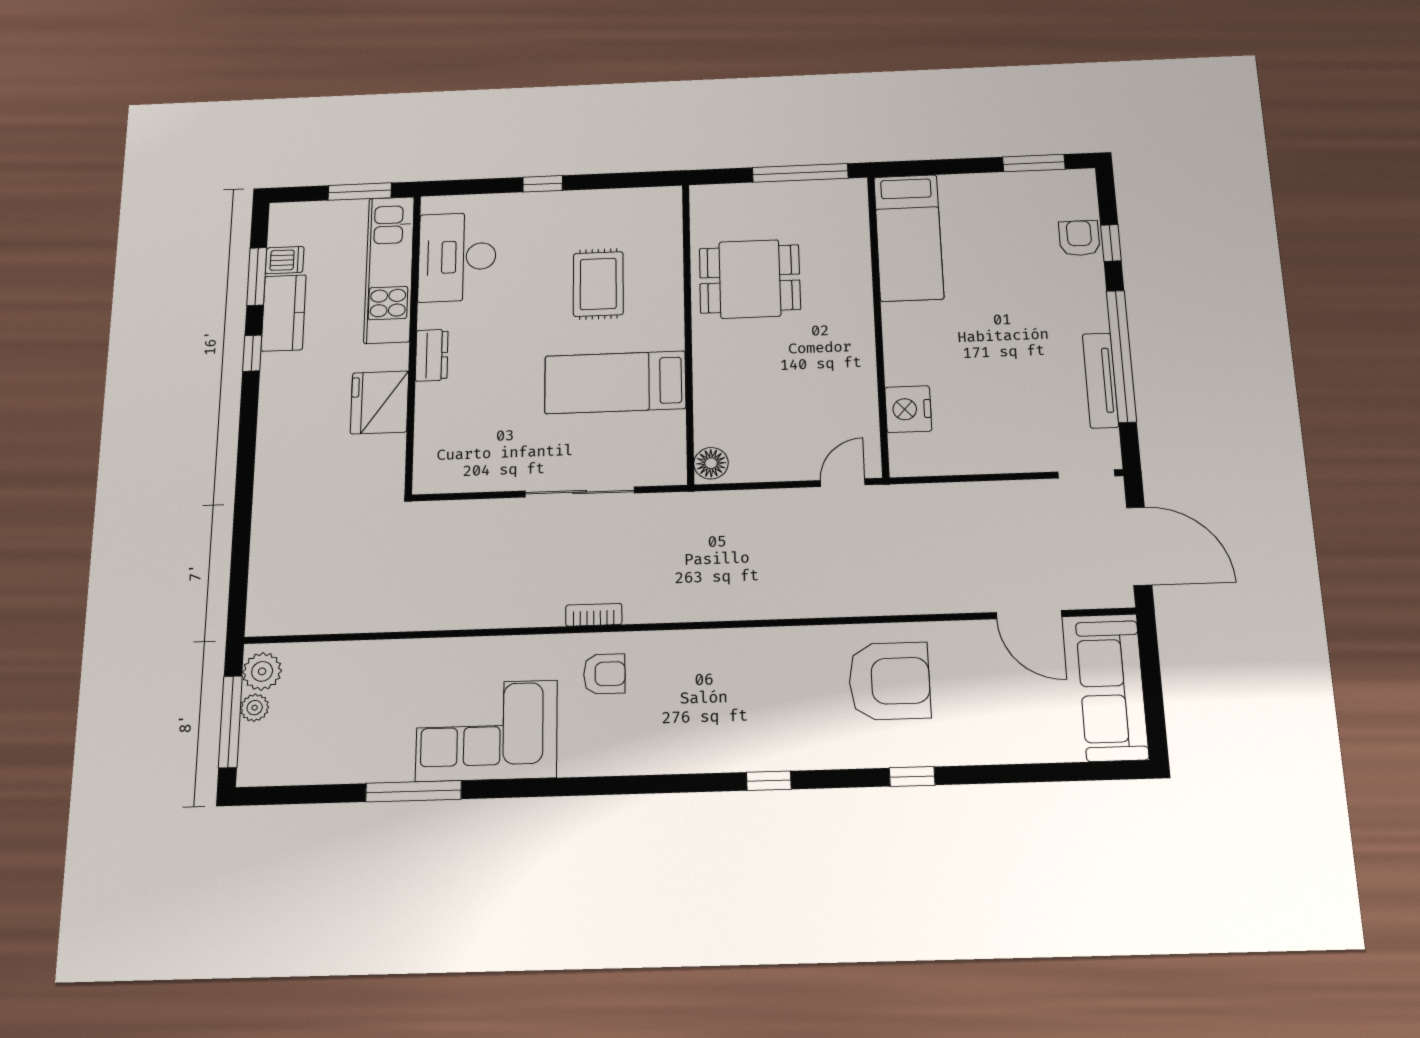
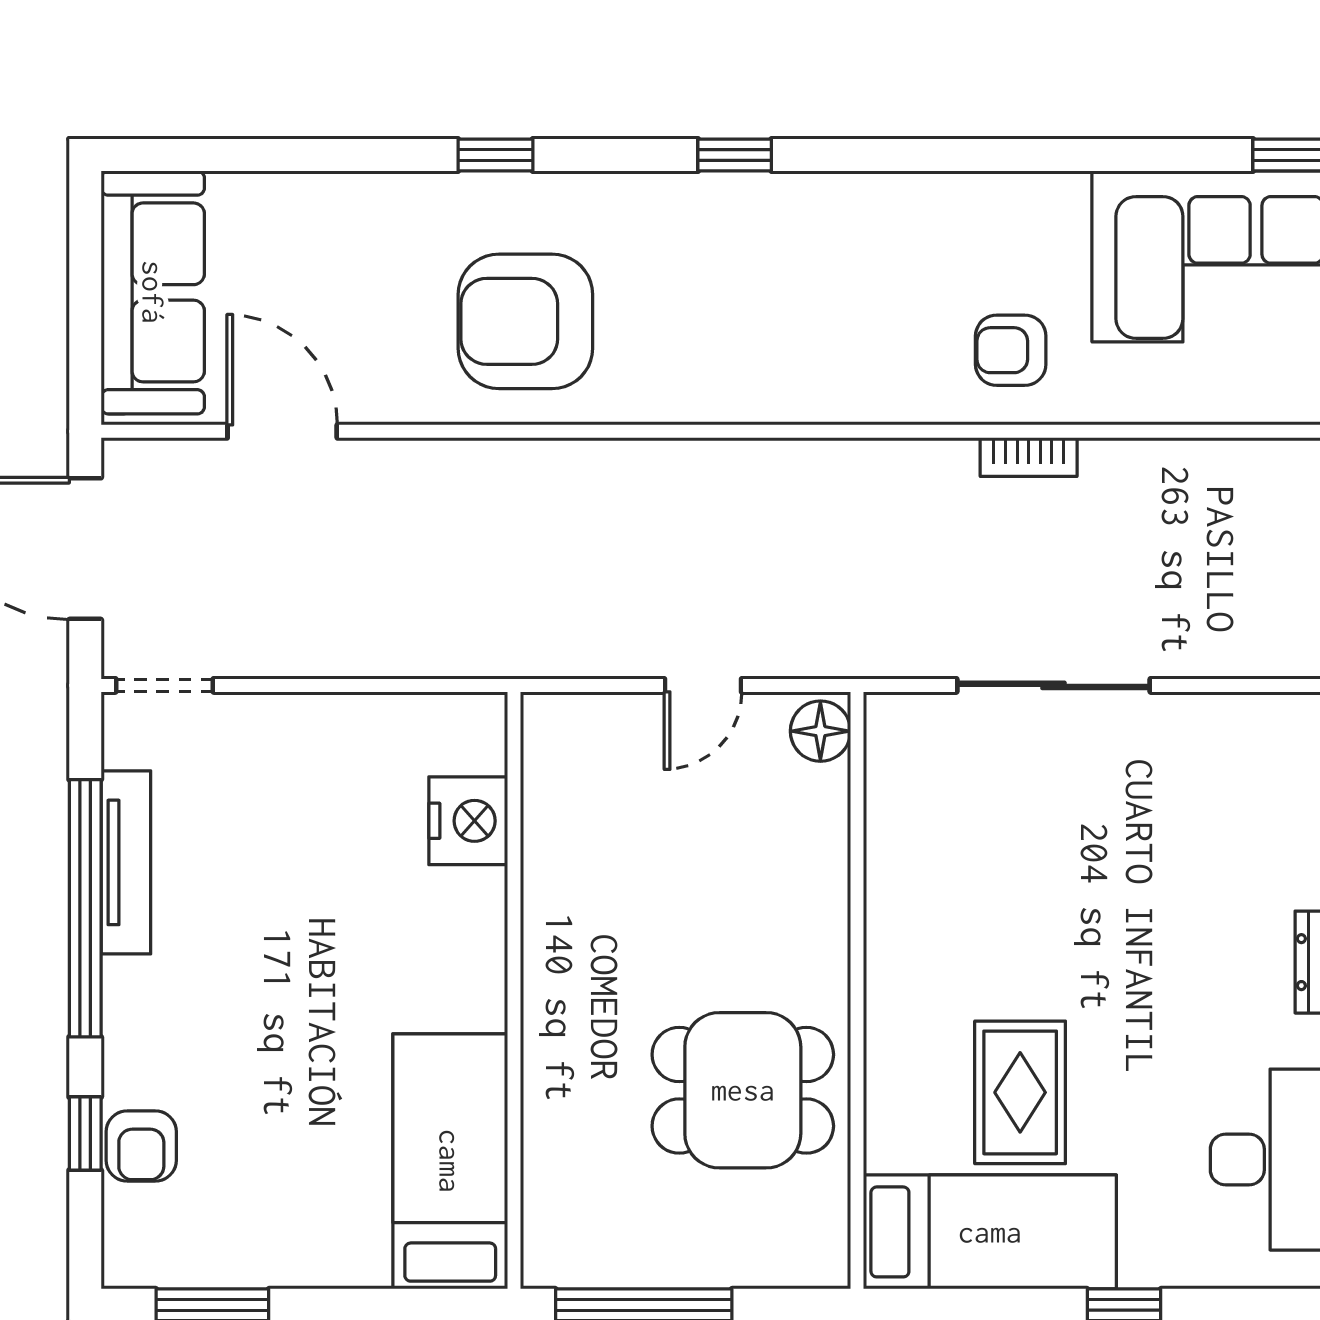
bed: (615, 382) -> (990, 1232), moved
door: (843, 483) -> (703, 685), moved

